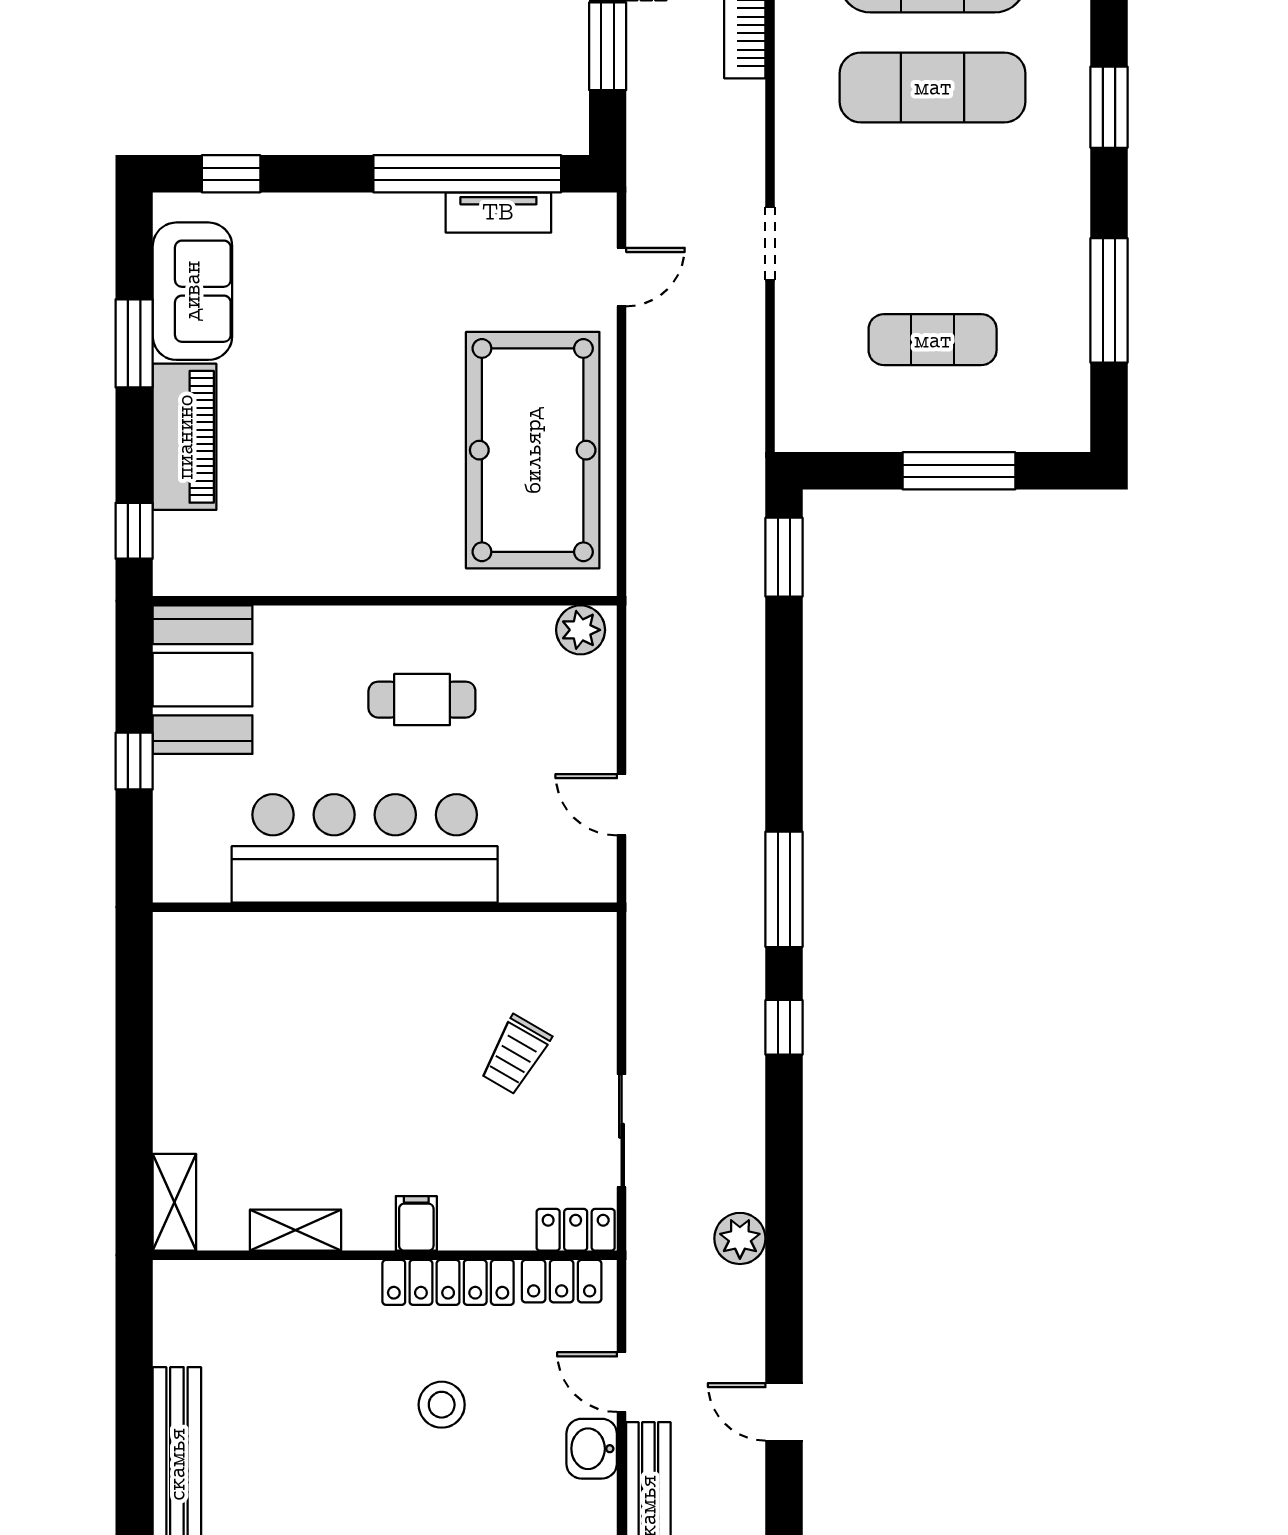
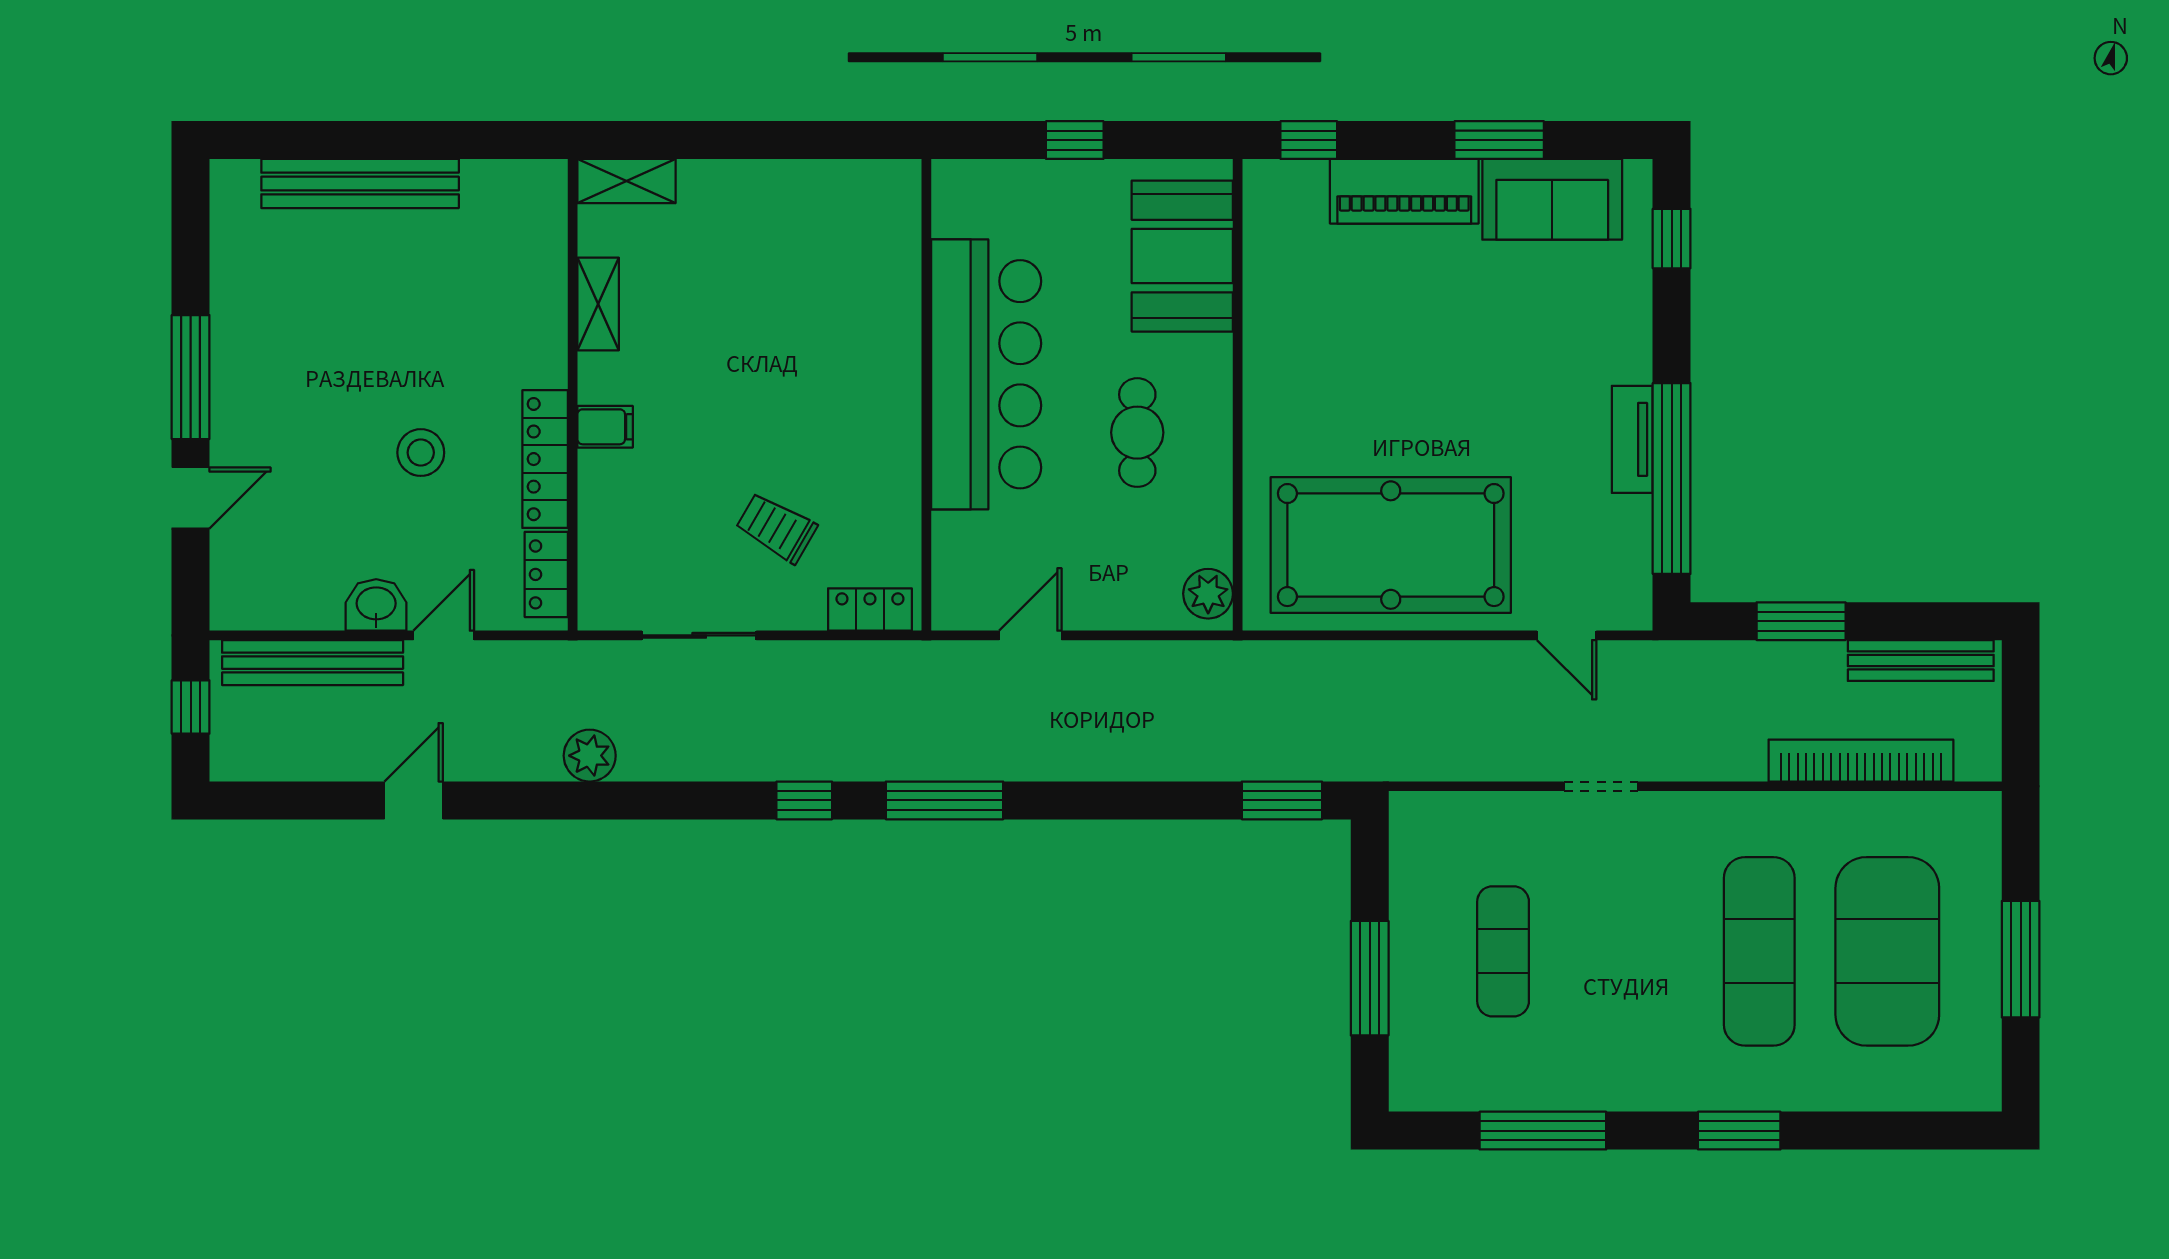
tv unit: (498, 212) -> (1632, 439), moved
booth: (203, 680) -> (1182, 256), moved, turned 90
locker: (576, 1230) -> (870, 609), moved, turned -90

